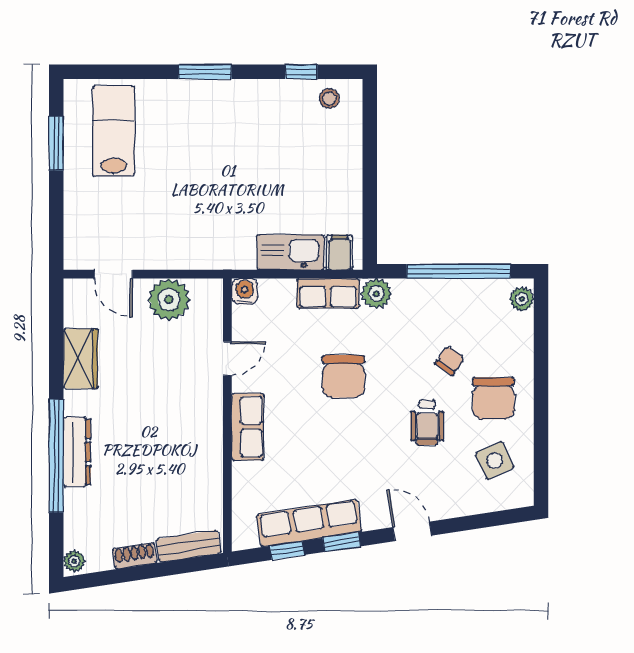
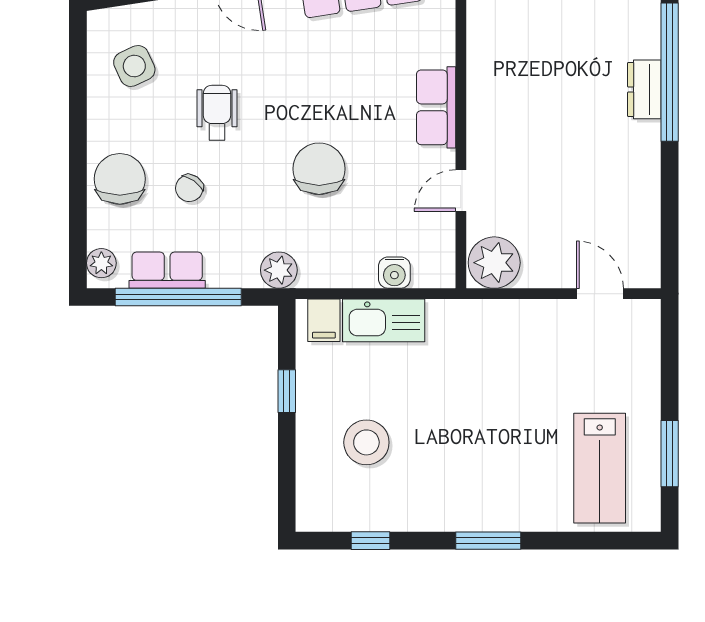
stool: (329, 98) -> (366, 442), moved, width x1.89, depth x1.89
window: (370, 194) -> (287, 391), added
water cooler: (245, 291) -> (394, 273), moved
row of seats: (328, 293) -> (167, 270), moved
plant: (169, 300) -> (494, 263), moved
wardrobe: (81, 359) -> (640, 190), removed
chair: (493, 398) -> (120, 179), moved
dresser: (77, 452) -> (644, 89), width x0.70

